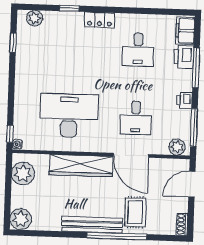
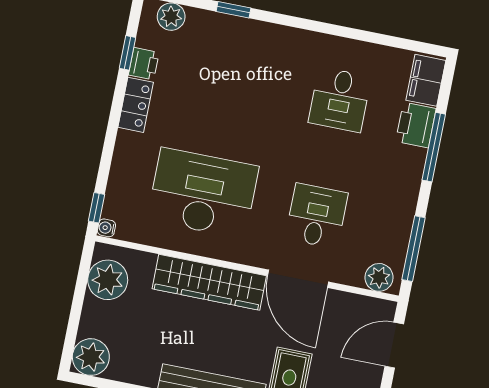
locker: (99, 20) -> (136, 105), moved, turned -90
printer: (184, 100) -> (144, 64), moved, turned 180
desk: (136, 118) -> (317, 216), turned 180

